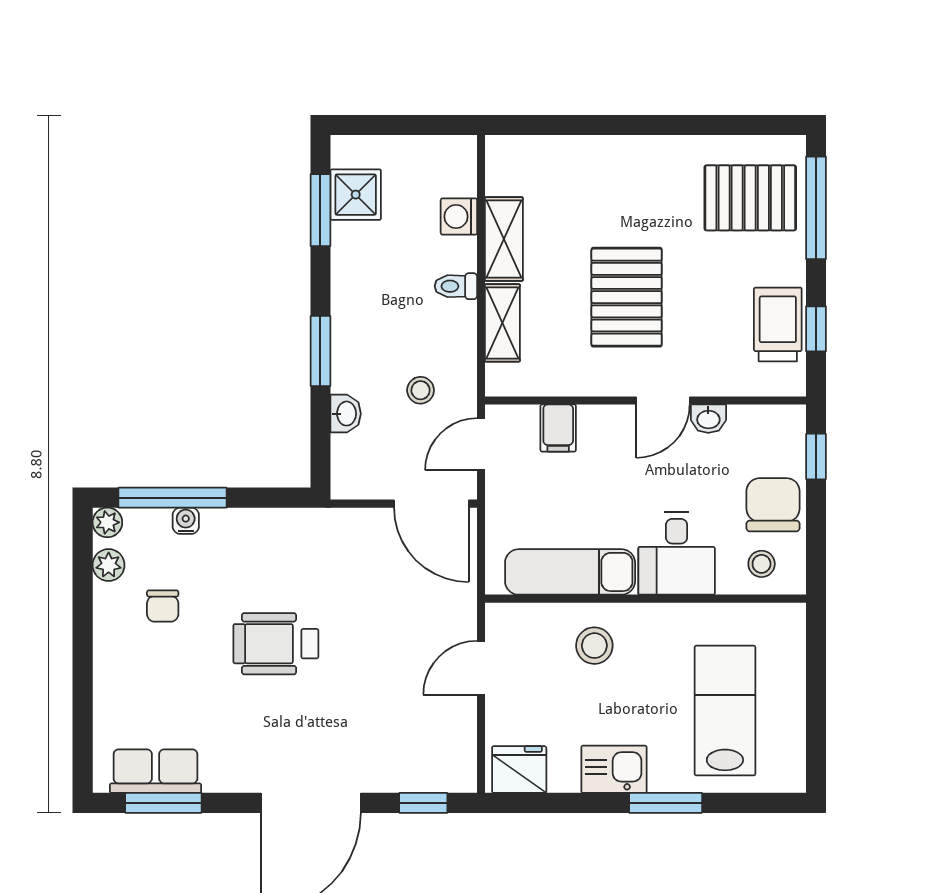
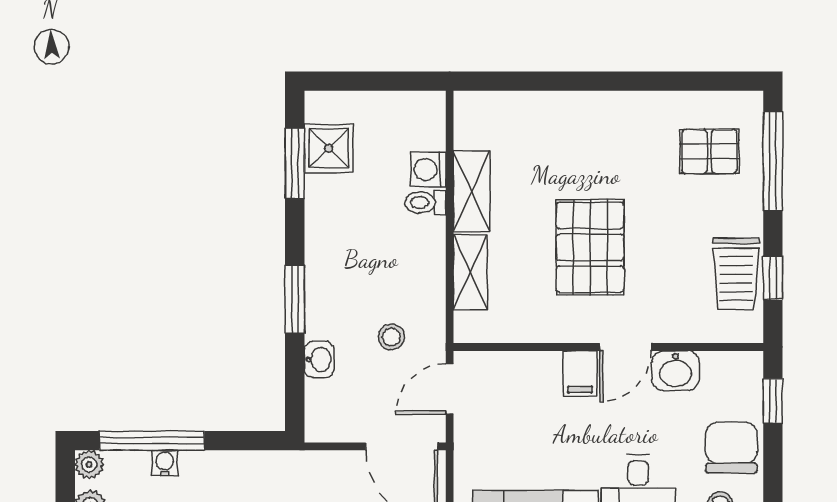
pallet: (750, 198) -> (709, 151), width x0.67, depth x0.71
toilet: (456, 286) -> (425, 203), moved
trolley: (778, 325) -> (736, 274), turned 180
washbasin: (708, 419) -> (676, 371), width x1.38, depth x1.45
filing cabinet: (558, 428) -> (580, 374), moved

